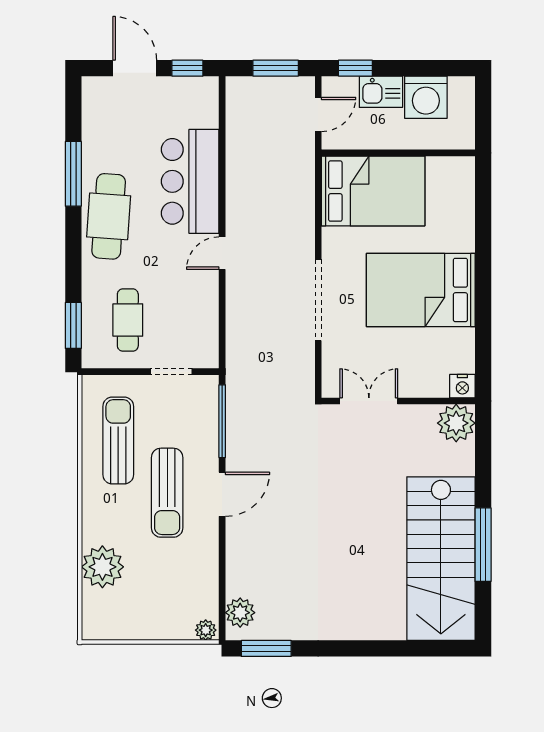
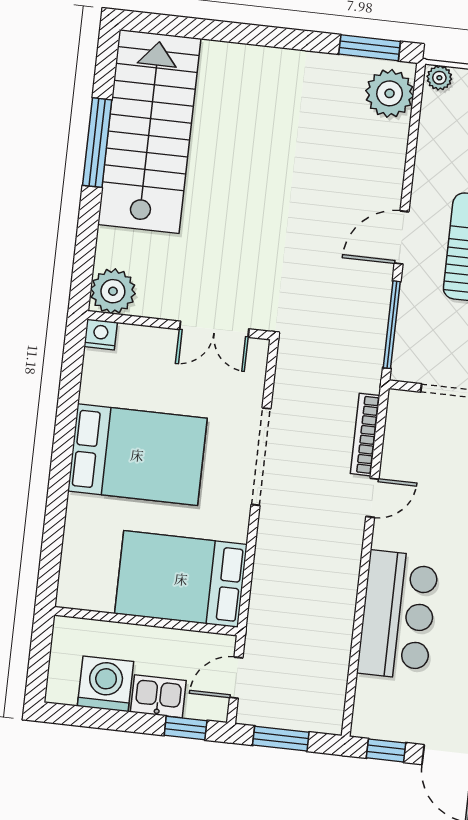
door: (222, 253) -> (372, 498), moved
bookcase: (234, 328) -> (365, 435), added
plant: (240, 613) -> (390, 93), width x1.36, depth x1.36

